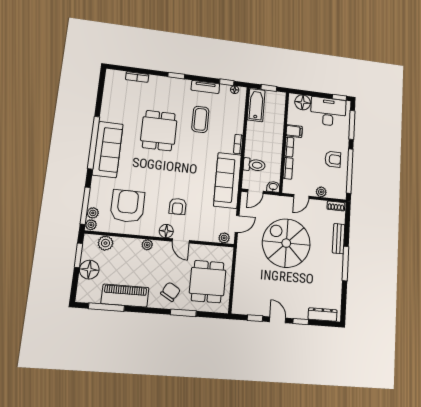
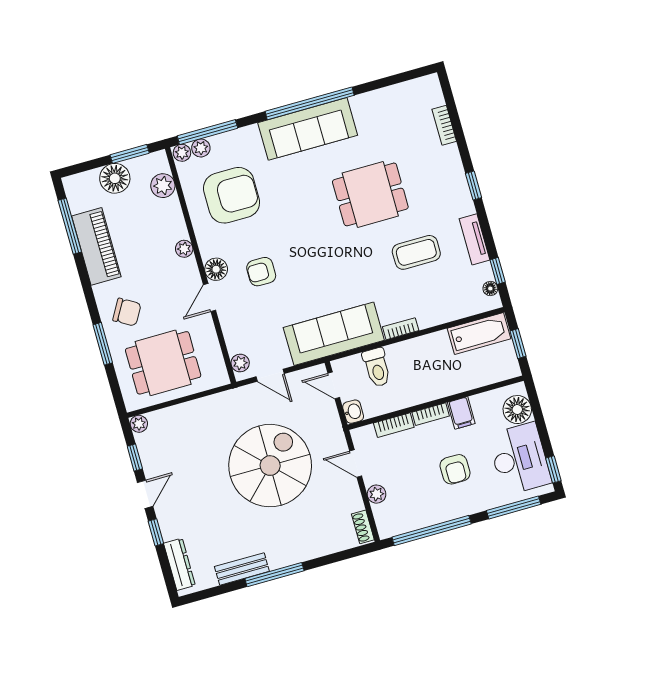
armchair: (333, 159) -> (455, 469), moved
bench: (339, 239) -> (242, 569), moved
plant: (237, 309) -> (139, 424), added

